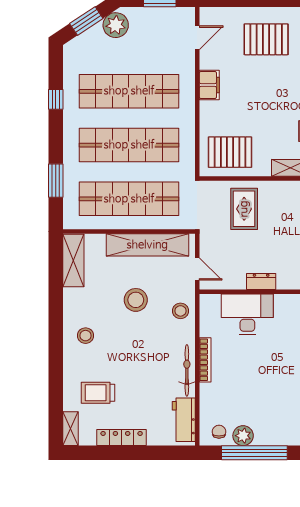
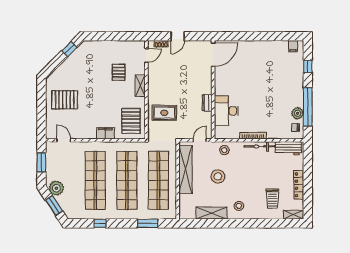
pallet: (266, 39) -> (65, 100), turned 90
filing cabinet: (209, 85) -> (105, 133), moved
shelving: (73, 260) -> (211, 213), moved

